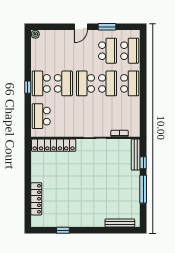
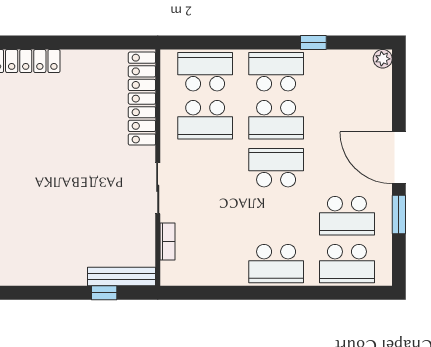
door: (81, 27) -> (399, 158), width x1.88
school desk: (108, 83) -> (205, 120), moved
window: (28, 87) -> (313, 43), moved
window: (143, 189) -> (47, 293), removed

